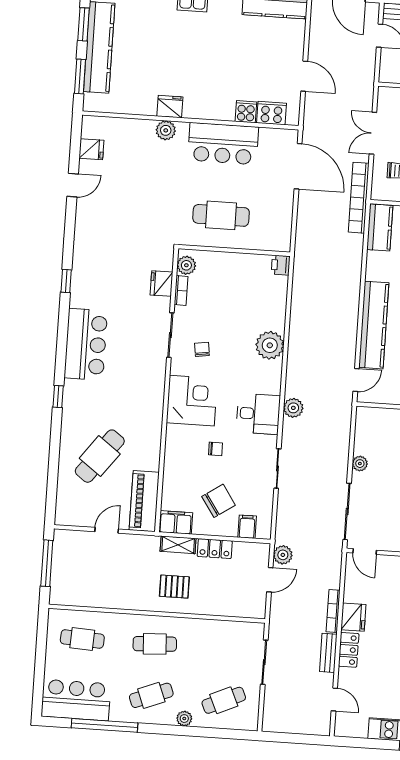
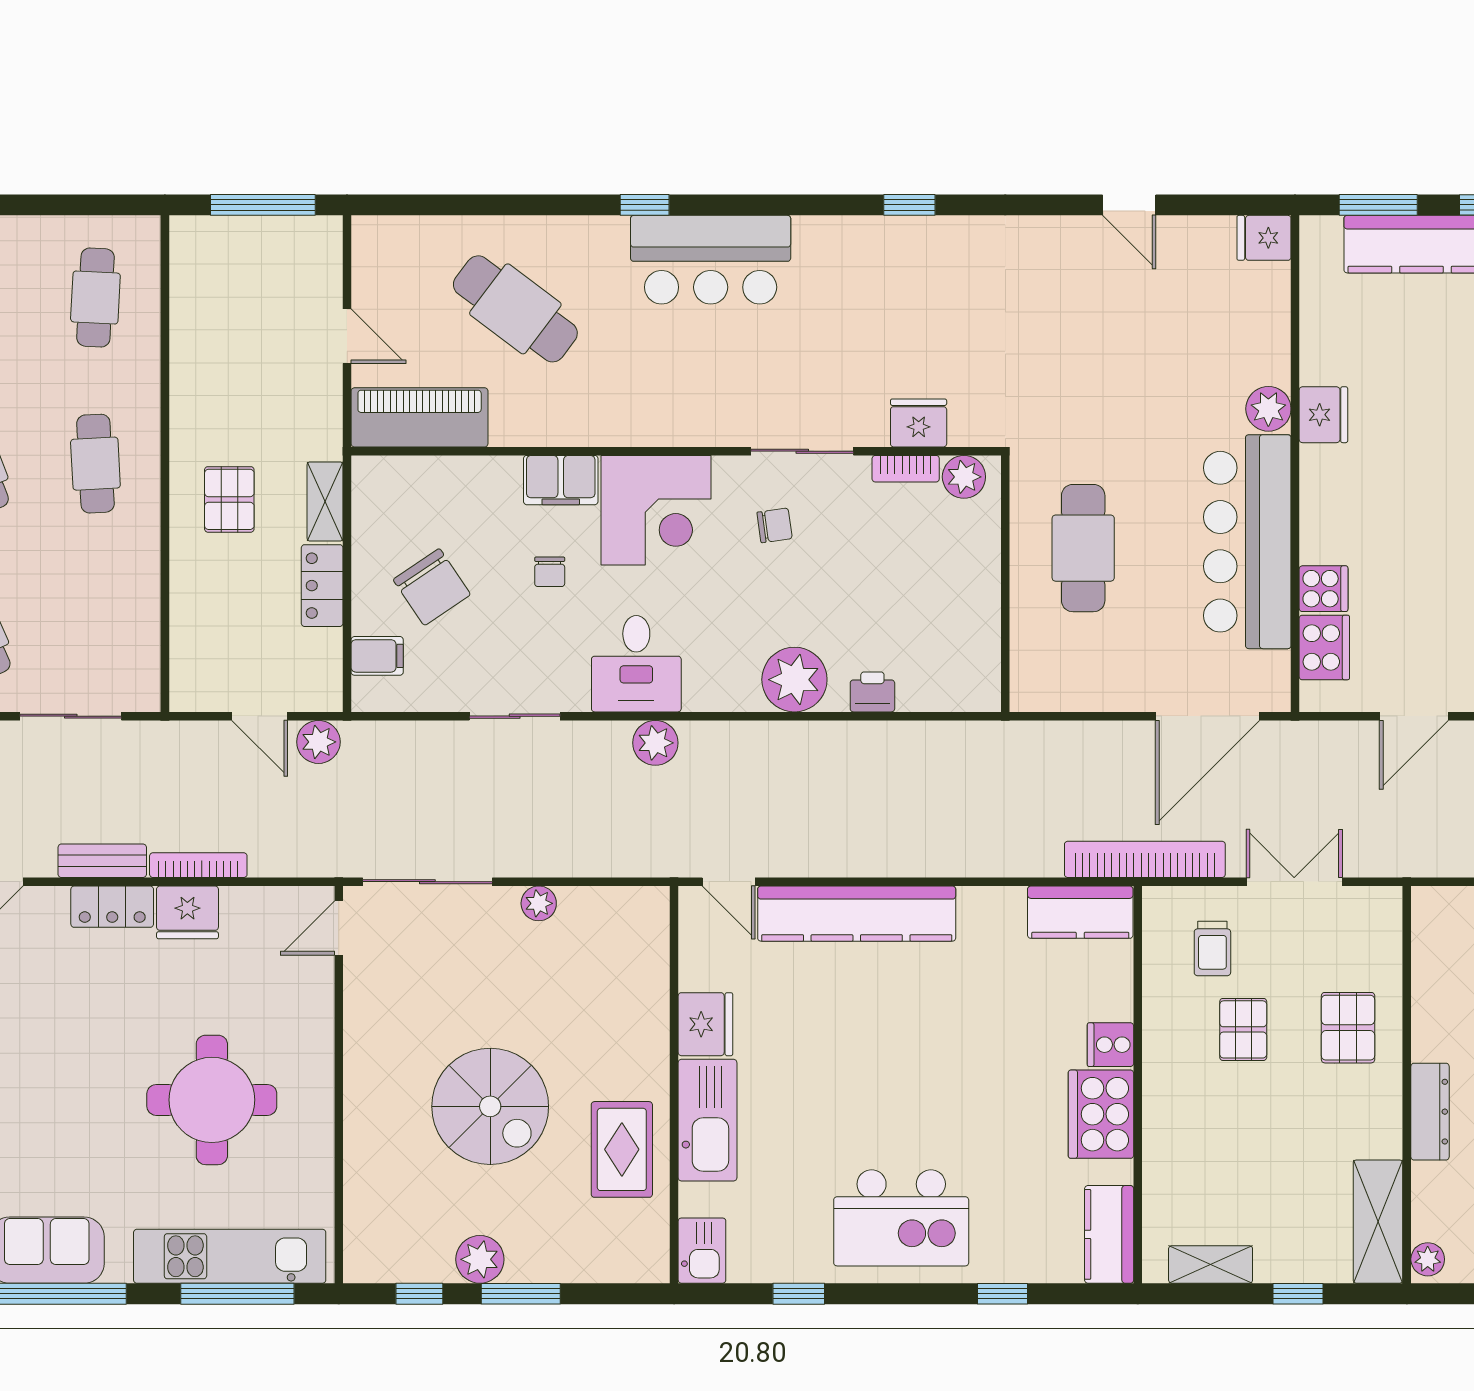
bar counter: (223, 144) -> (1247, 542), width x1.36
fridge: (91, 149) -> (1264, 238), moved, turned 90
printer: (281, 265) -> (872, 692), moved
bar counter: (86, 344) -> (711, 260), moved
filing cabinet: (176, 522) -> (561, 480), moved, turned 90

